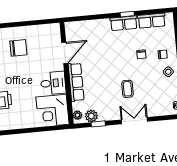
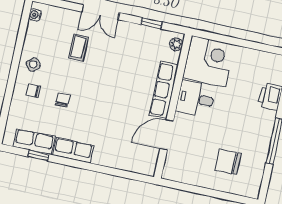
window: (127, 14) -> (38, 155), moved
coffee table: (127, 89) -> (78, 47), moved
plant: (91, 116) -> (157, 37), removed

